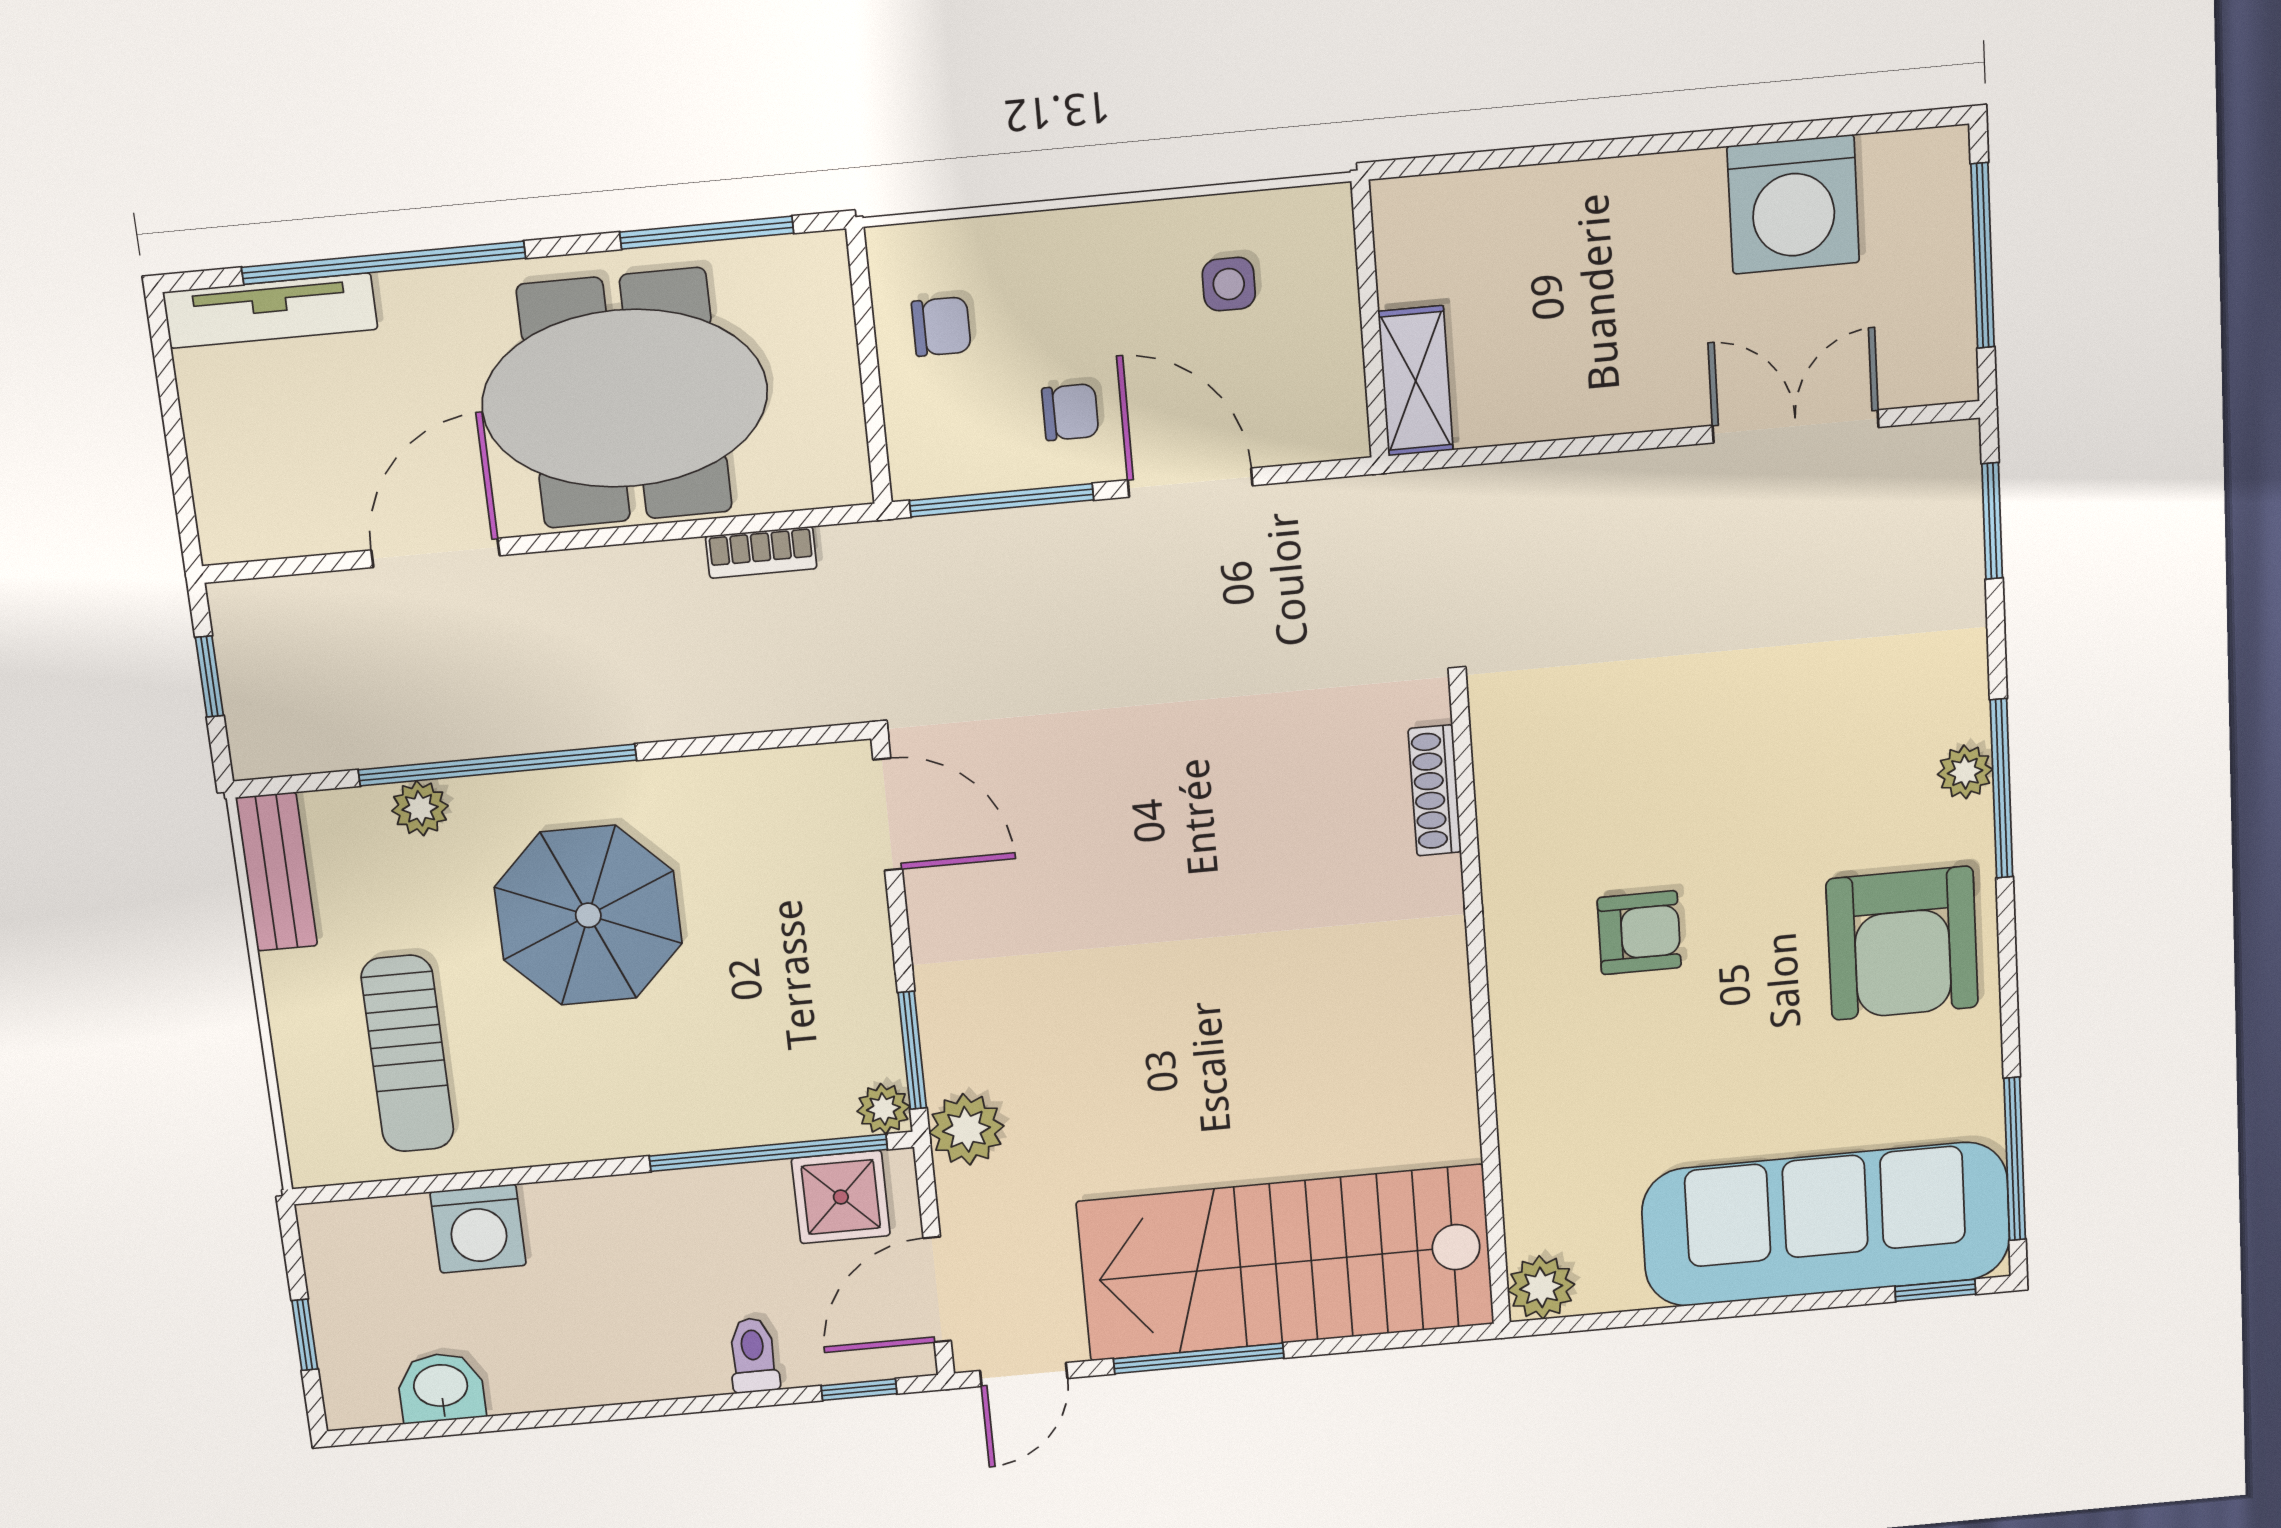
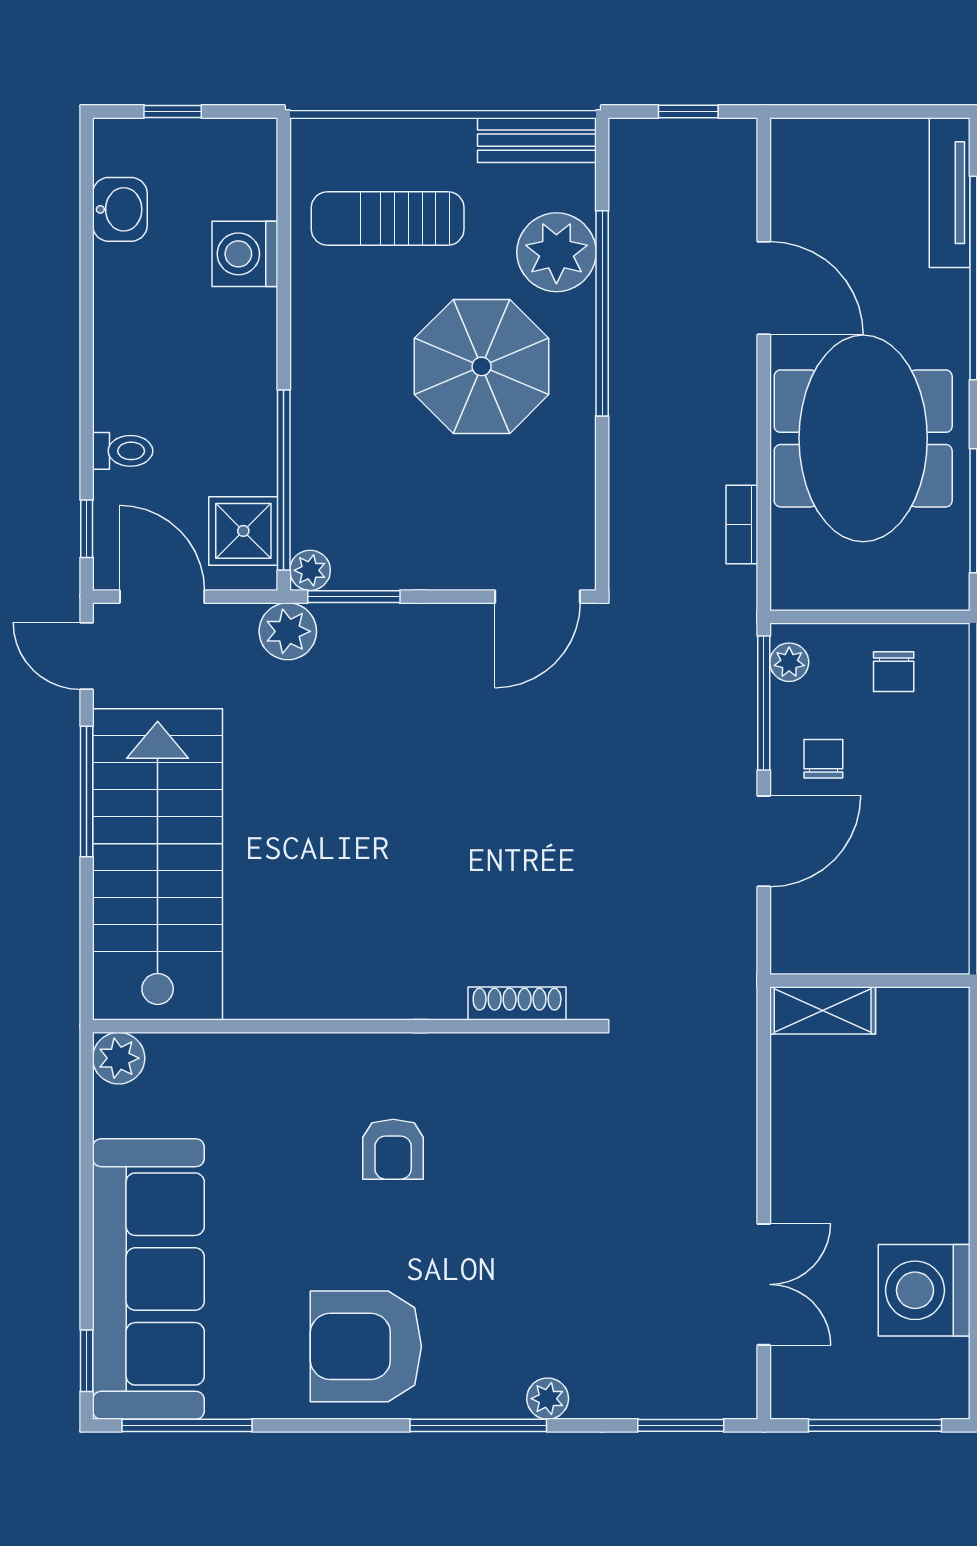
side table: (1229, 284) -> (905, 881), removed
chair: (1070, 412) -> (823, 759), turned 180
plant: (942, 471) -> (789, 662), added
plant: (1965, 772) -> (548, 1399), moved
plant: (420, 808) -> (556, 252), width x1.88, depth x1.88

